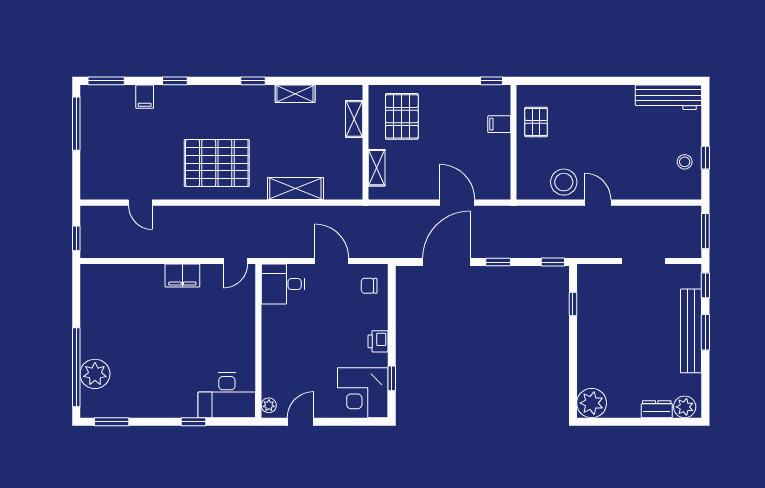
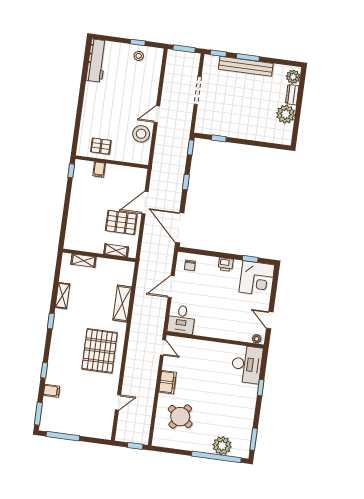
pallet: (402, 116) -> (121, 222), moved
door: (446, 262) -> (180, 228), moved
round table: (131, 303) -> (180, 417), added
plant: (592, 403) -> (286, 114), moved

